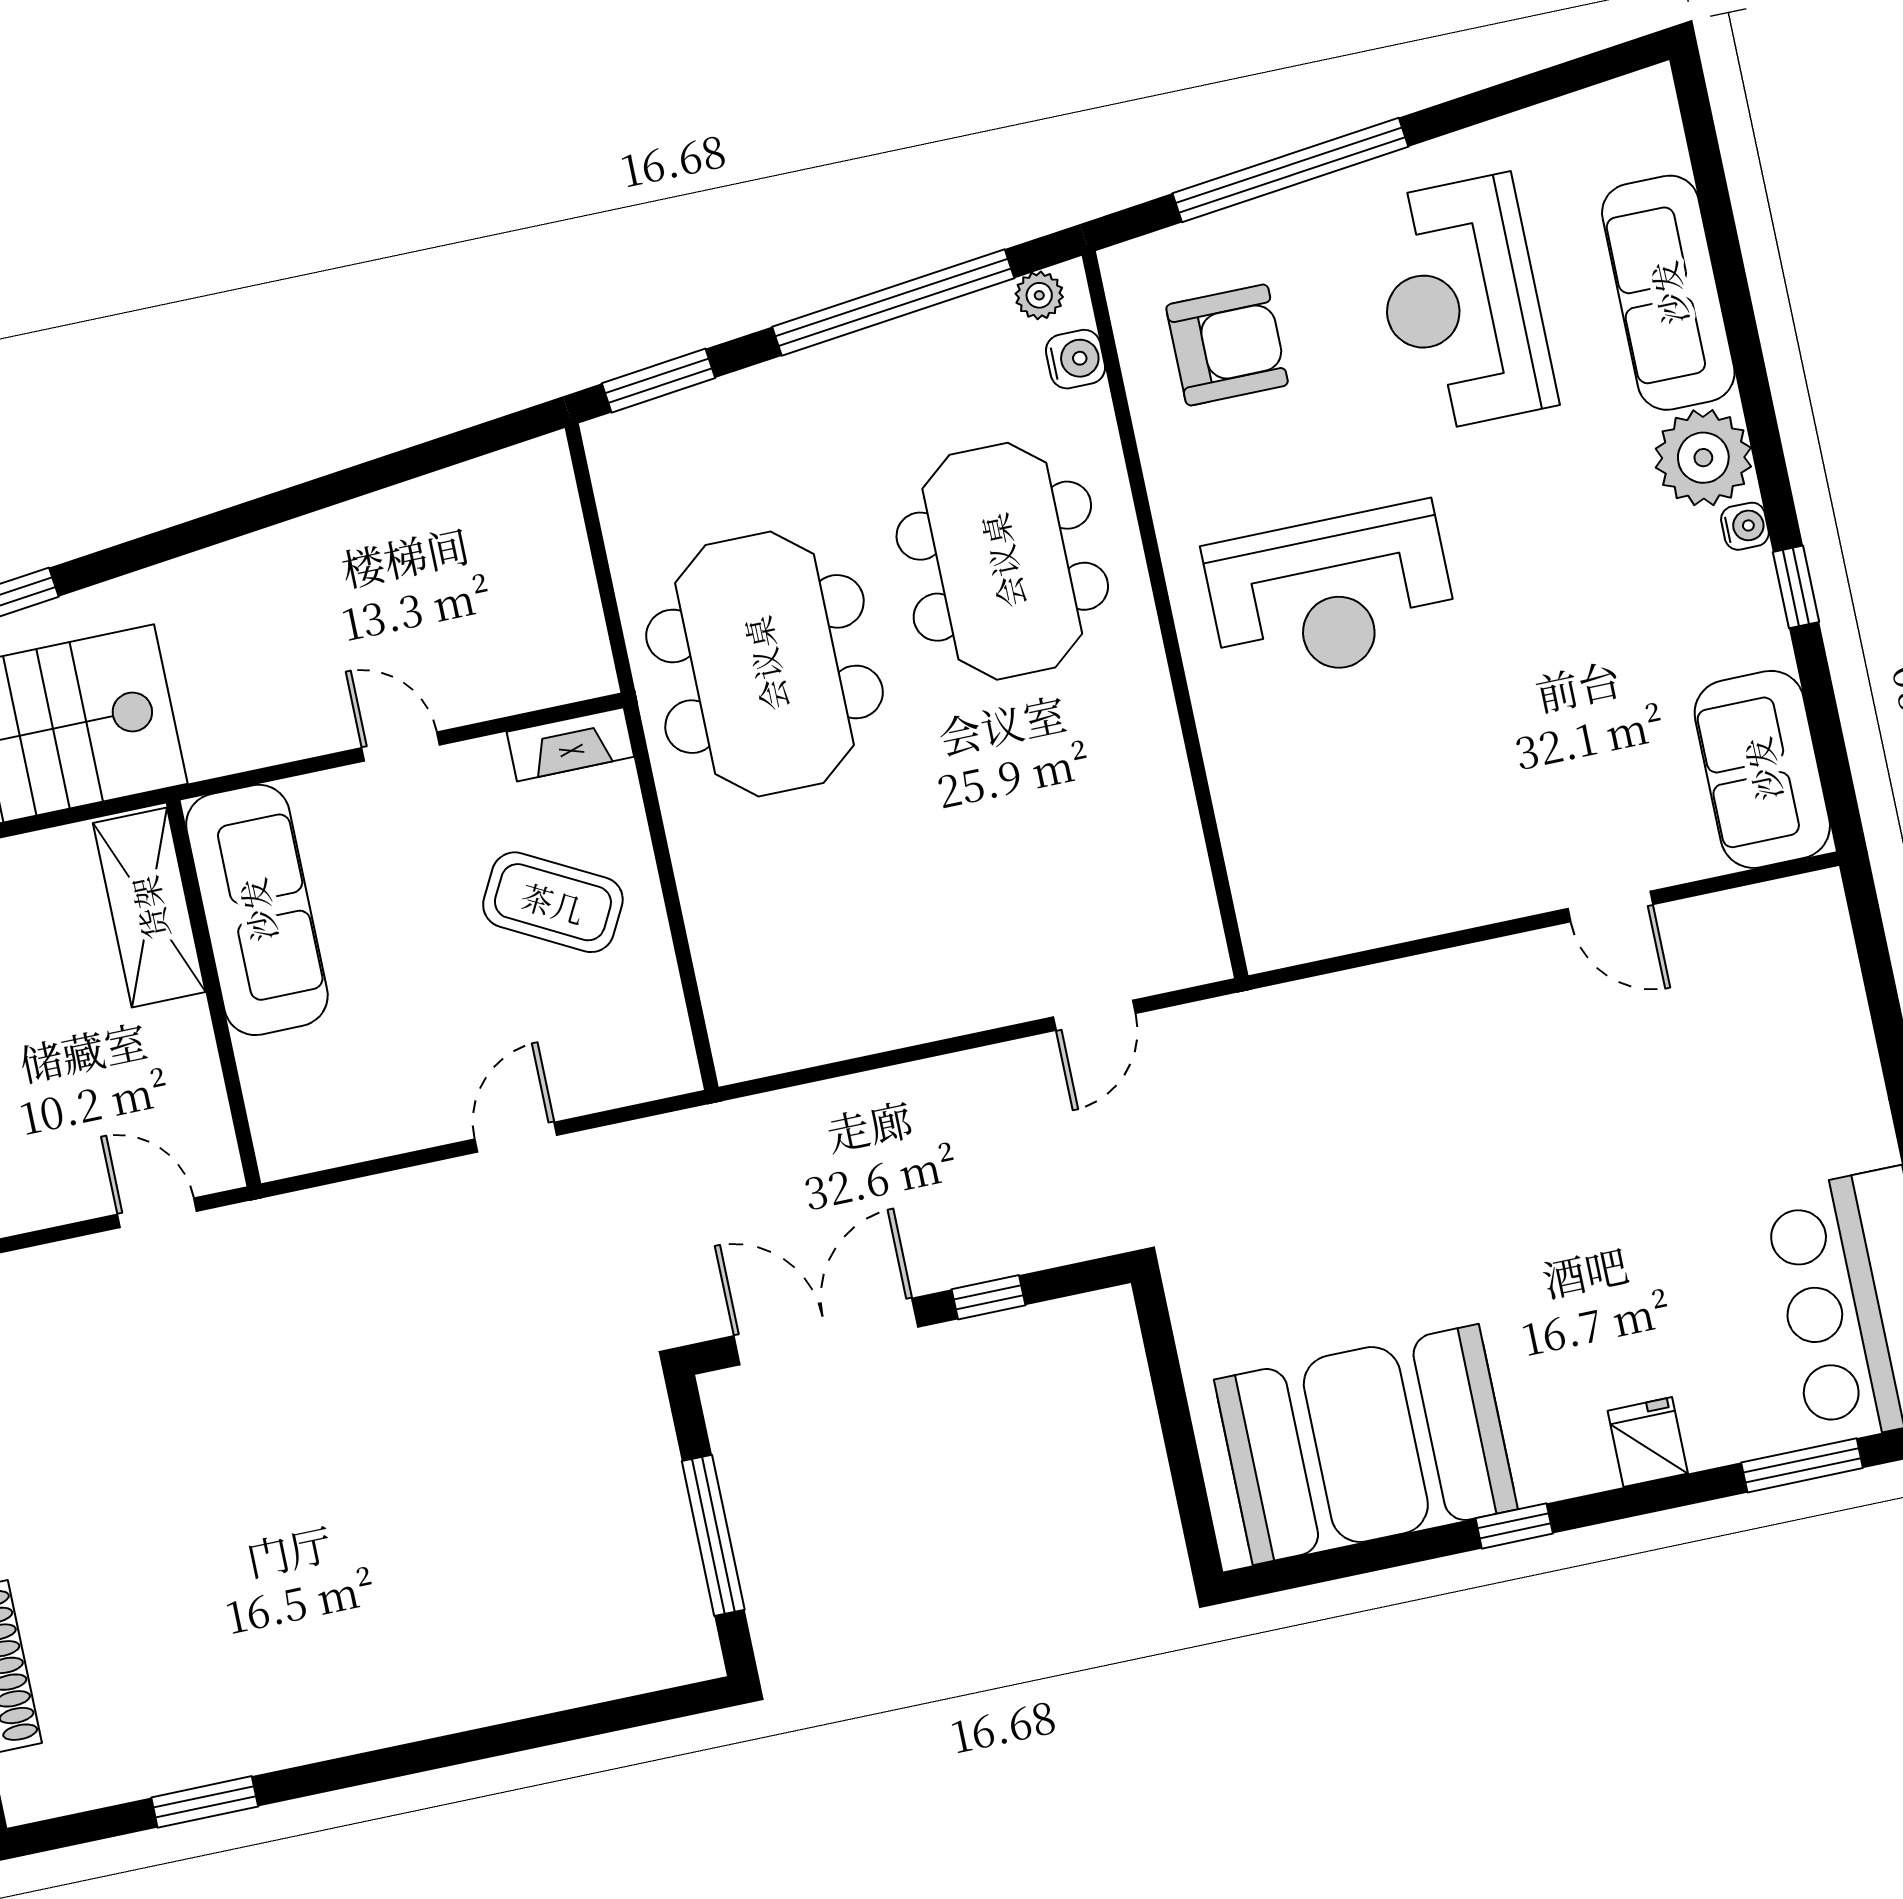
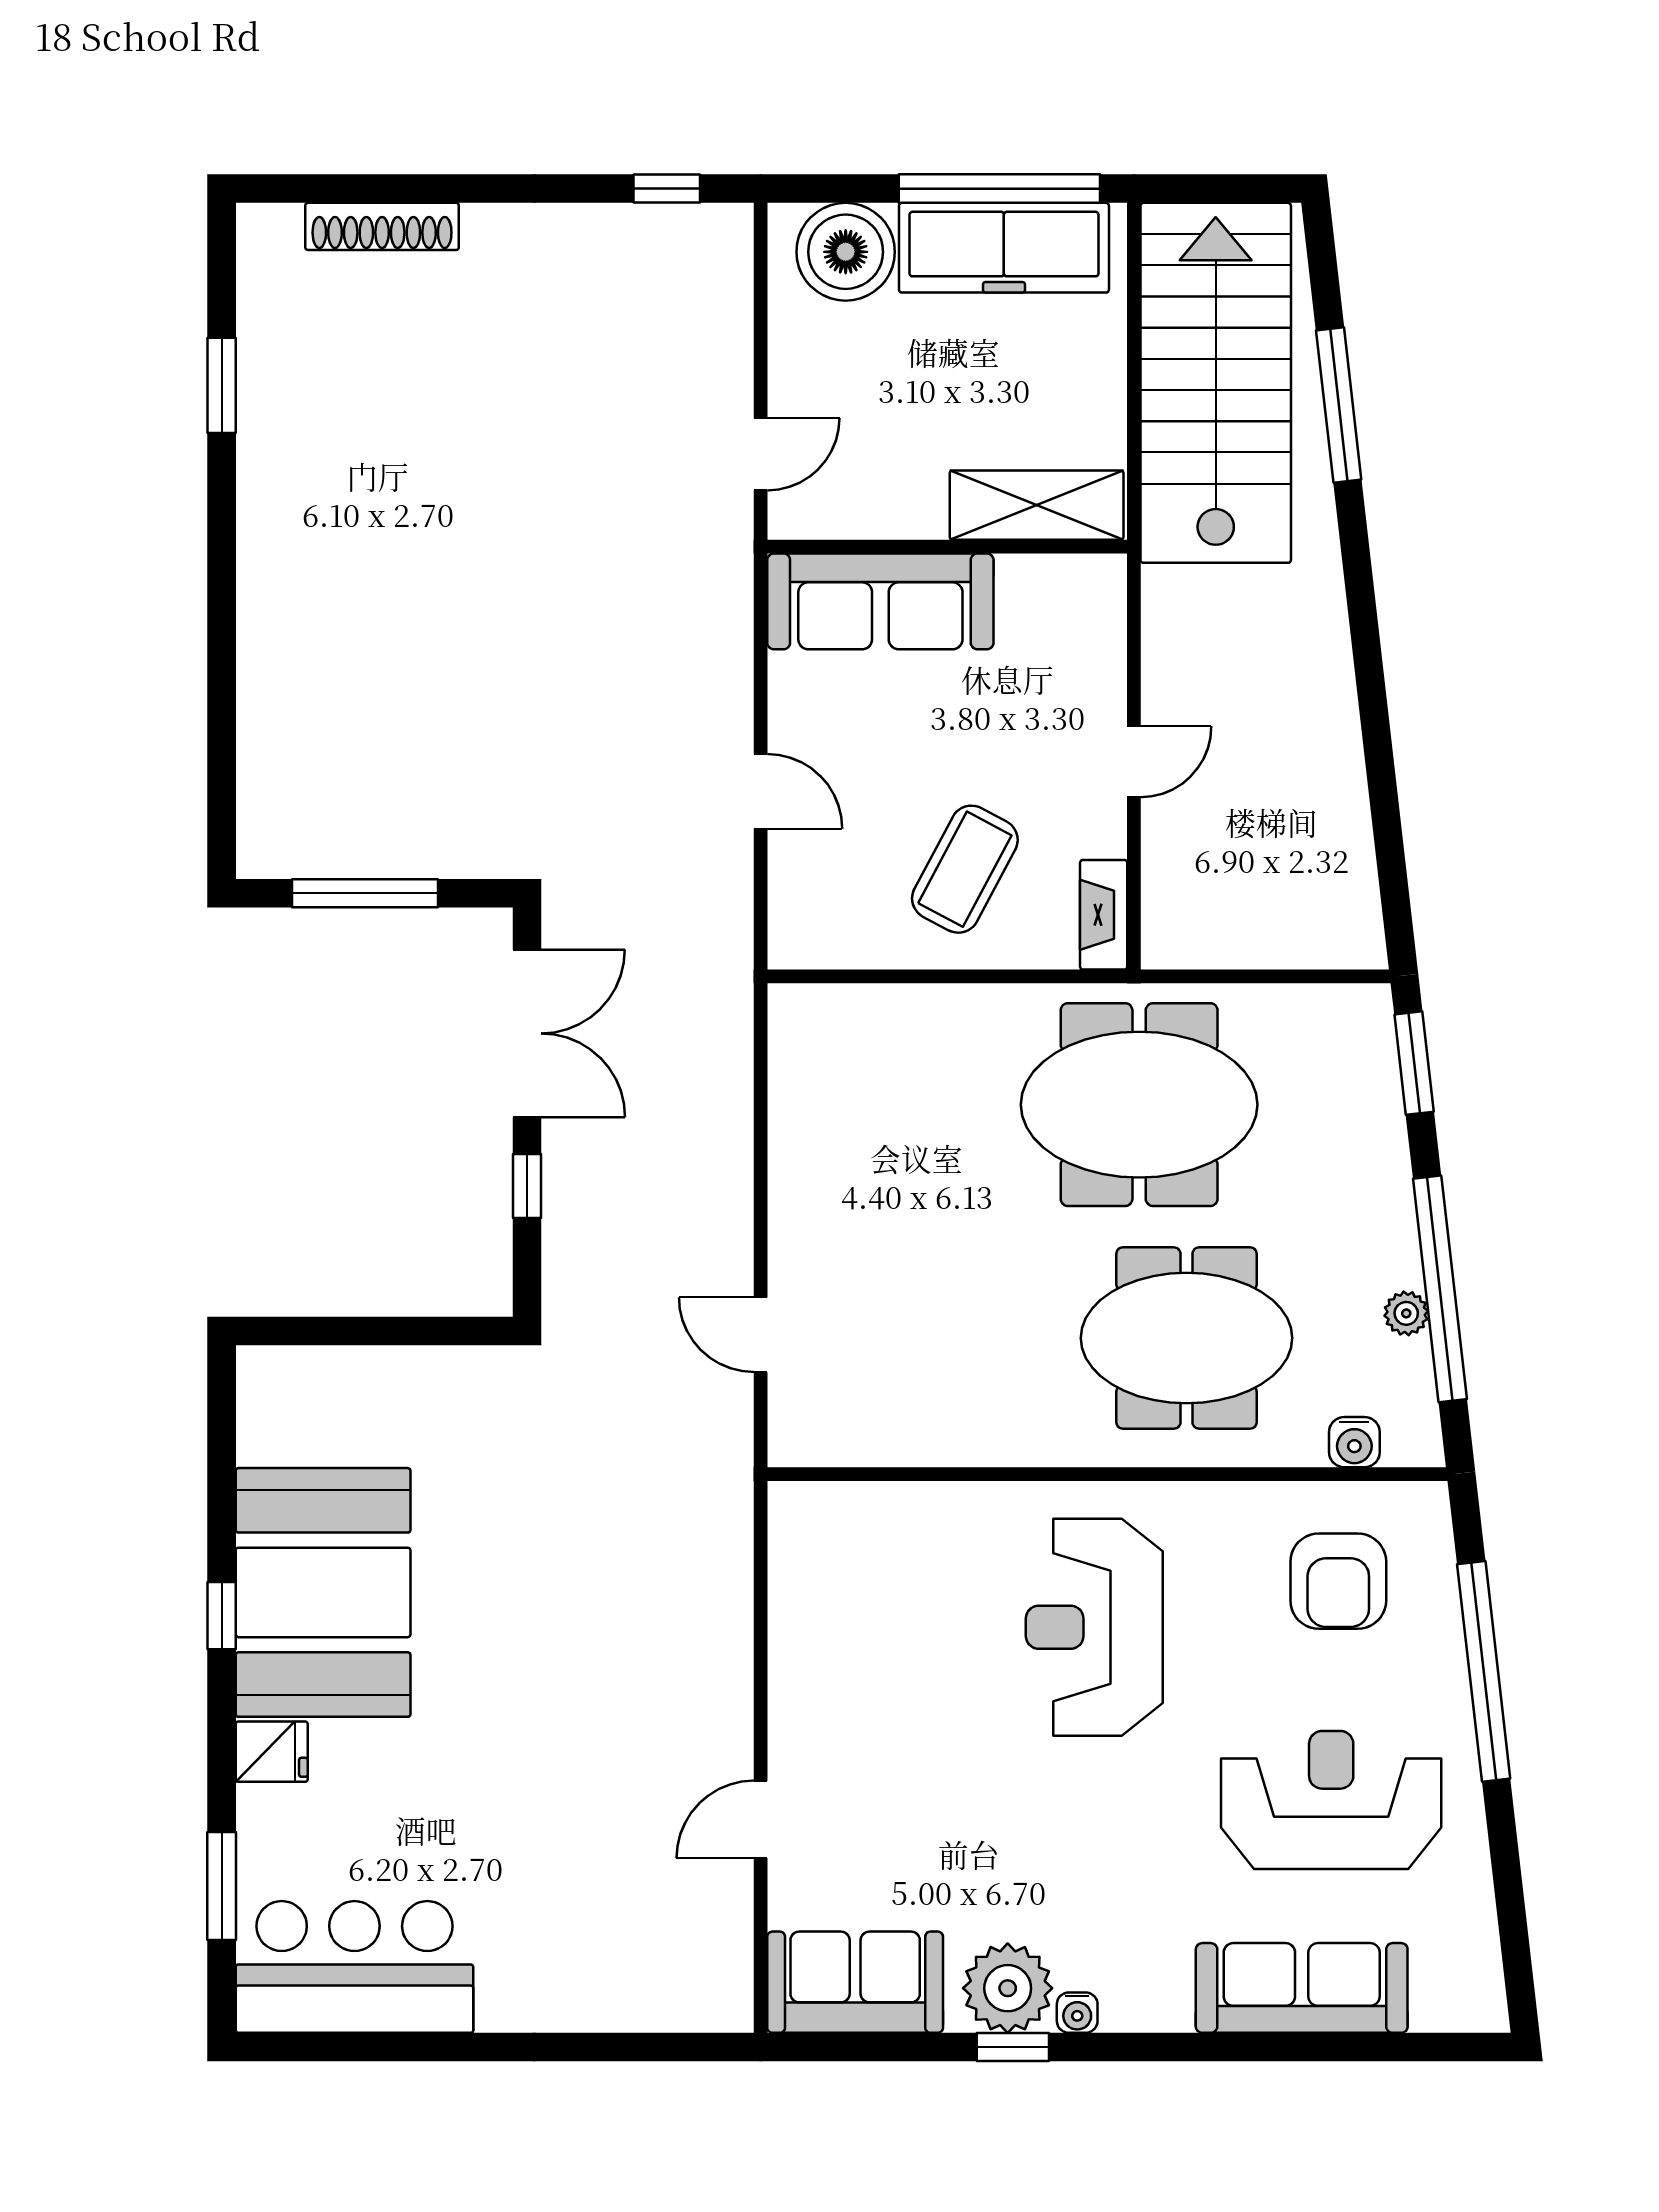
plant: (1039, 295) -> (1406, 1313), moved
plant: (1703, 458) -> (1008, 1988), moved
sofa: (257, 910) -> (880, 601), moved
booth: (1366, 1444) -> (323, 1592), moved

